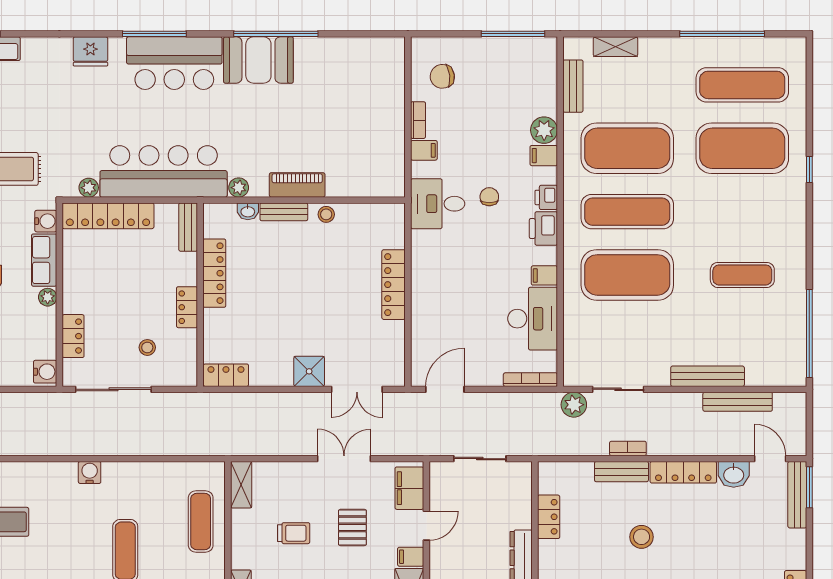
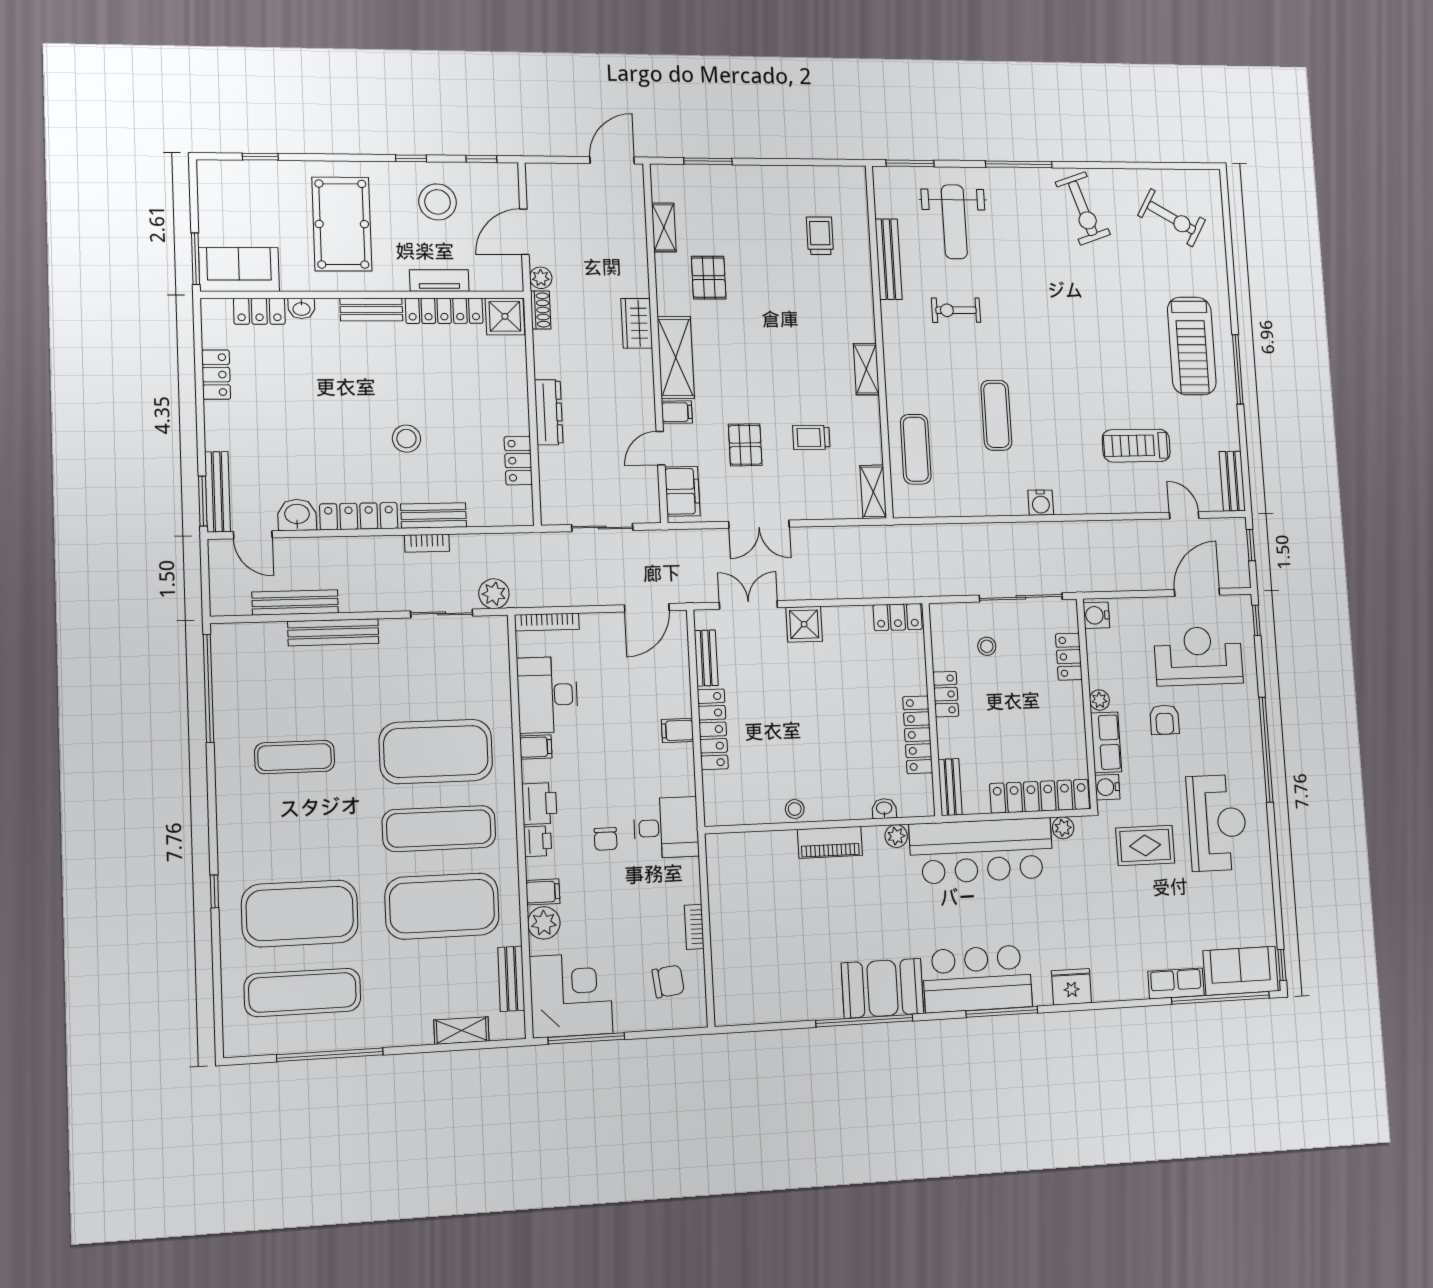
corner desk: (524, 70) -> (571, 995), added
filing cabinet: (424, 150) -> (677, 730), moved
bench: (284, 212) -> (706, 658), moved, turned 90

